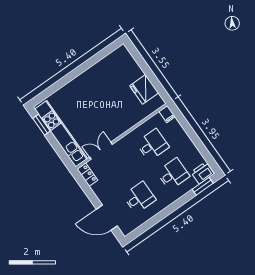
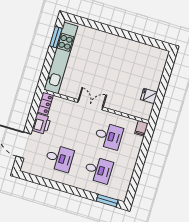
fridge: (144, 89) -> (149, 96), width x0.53, depth x0.75
double door: (101, 151) -> (90, 105), moved
printer: (202, 173) -> (41, 124), moved, turned 90

